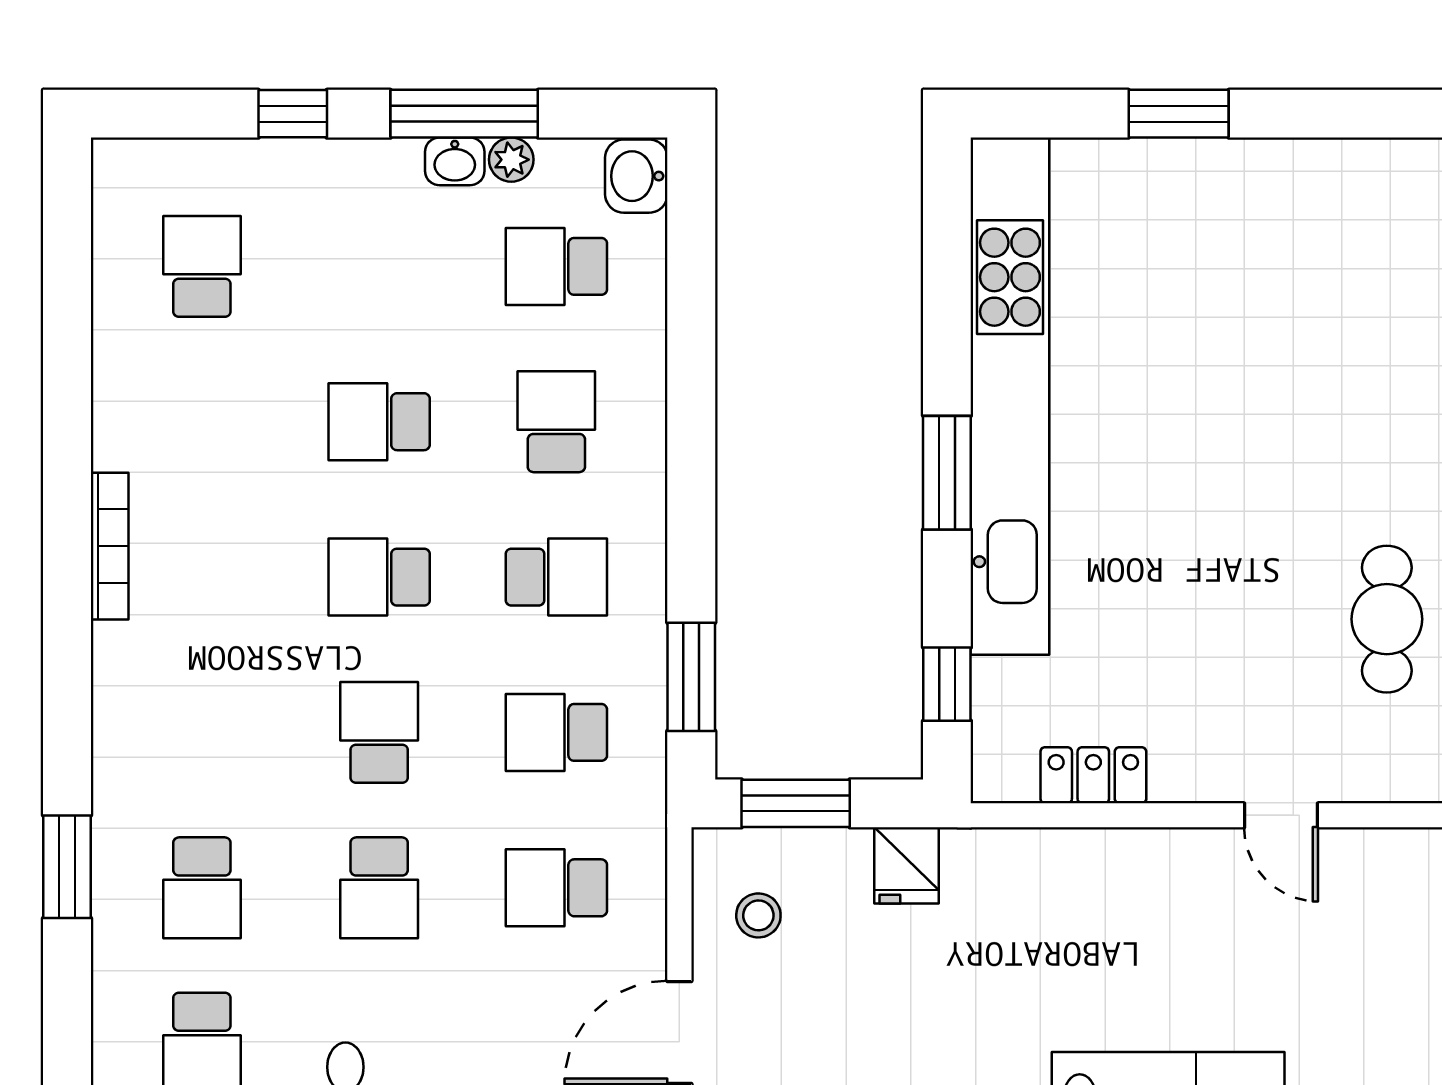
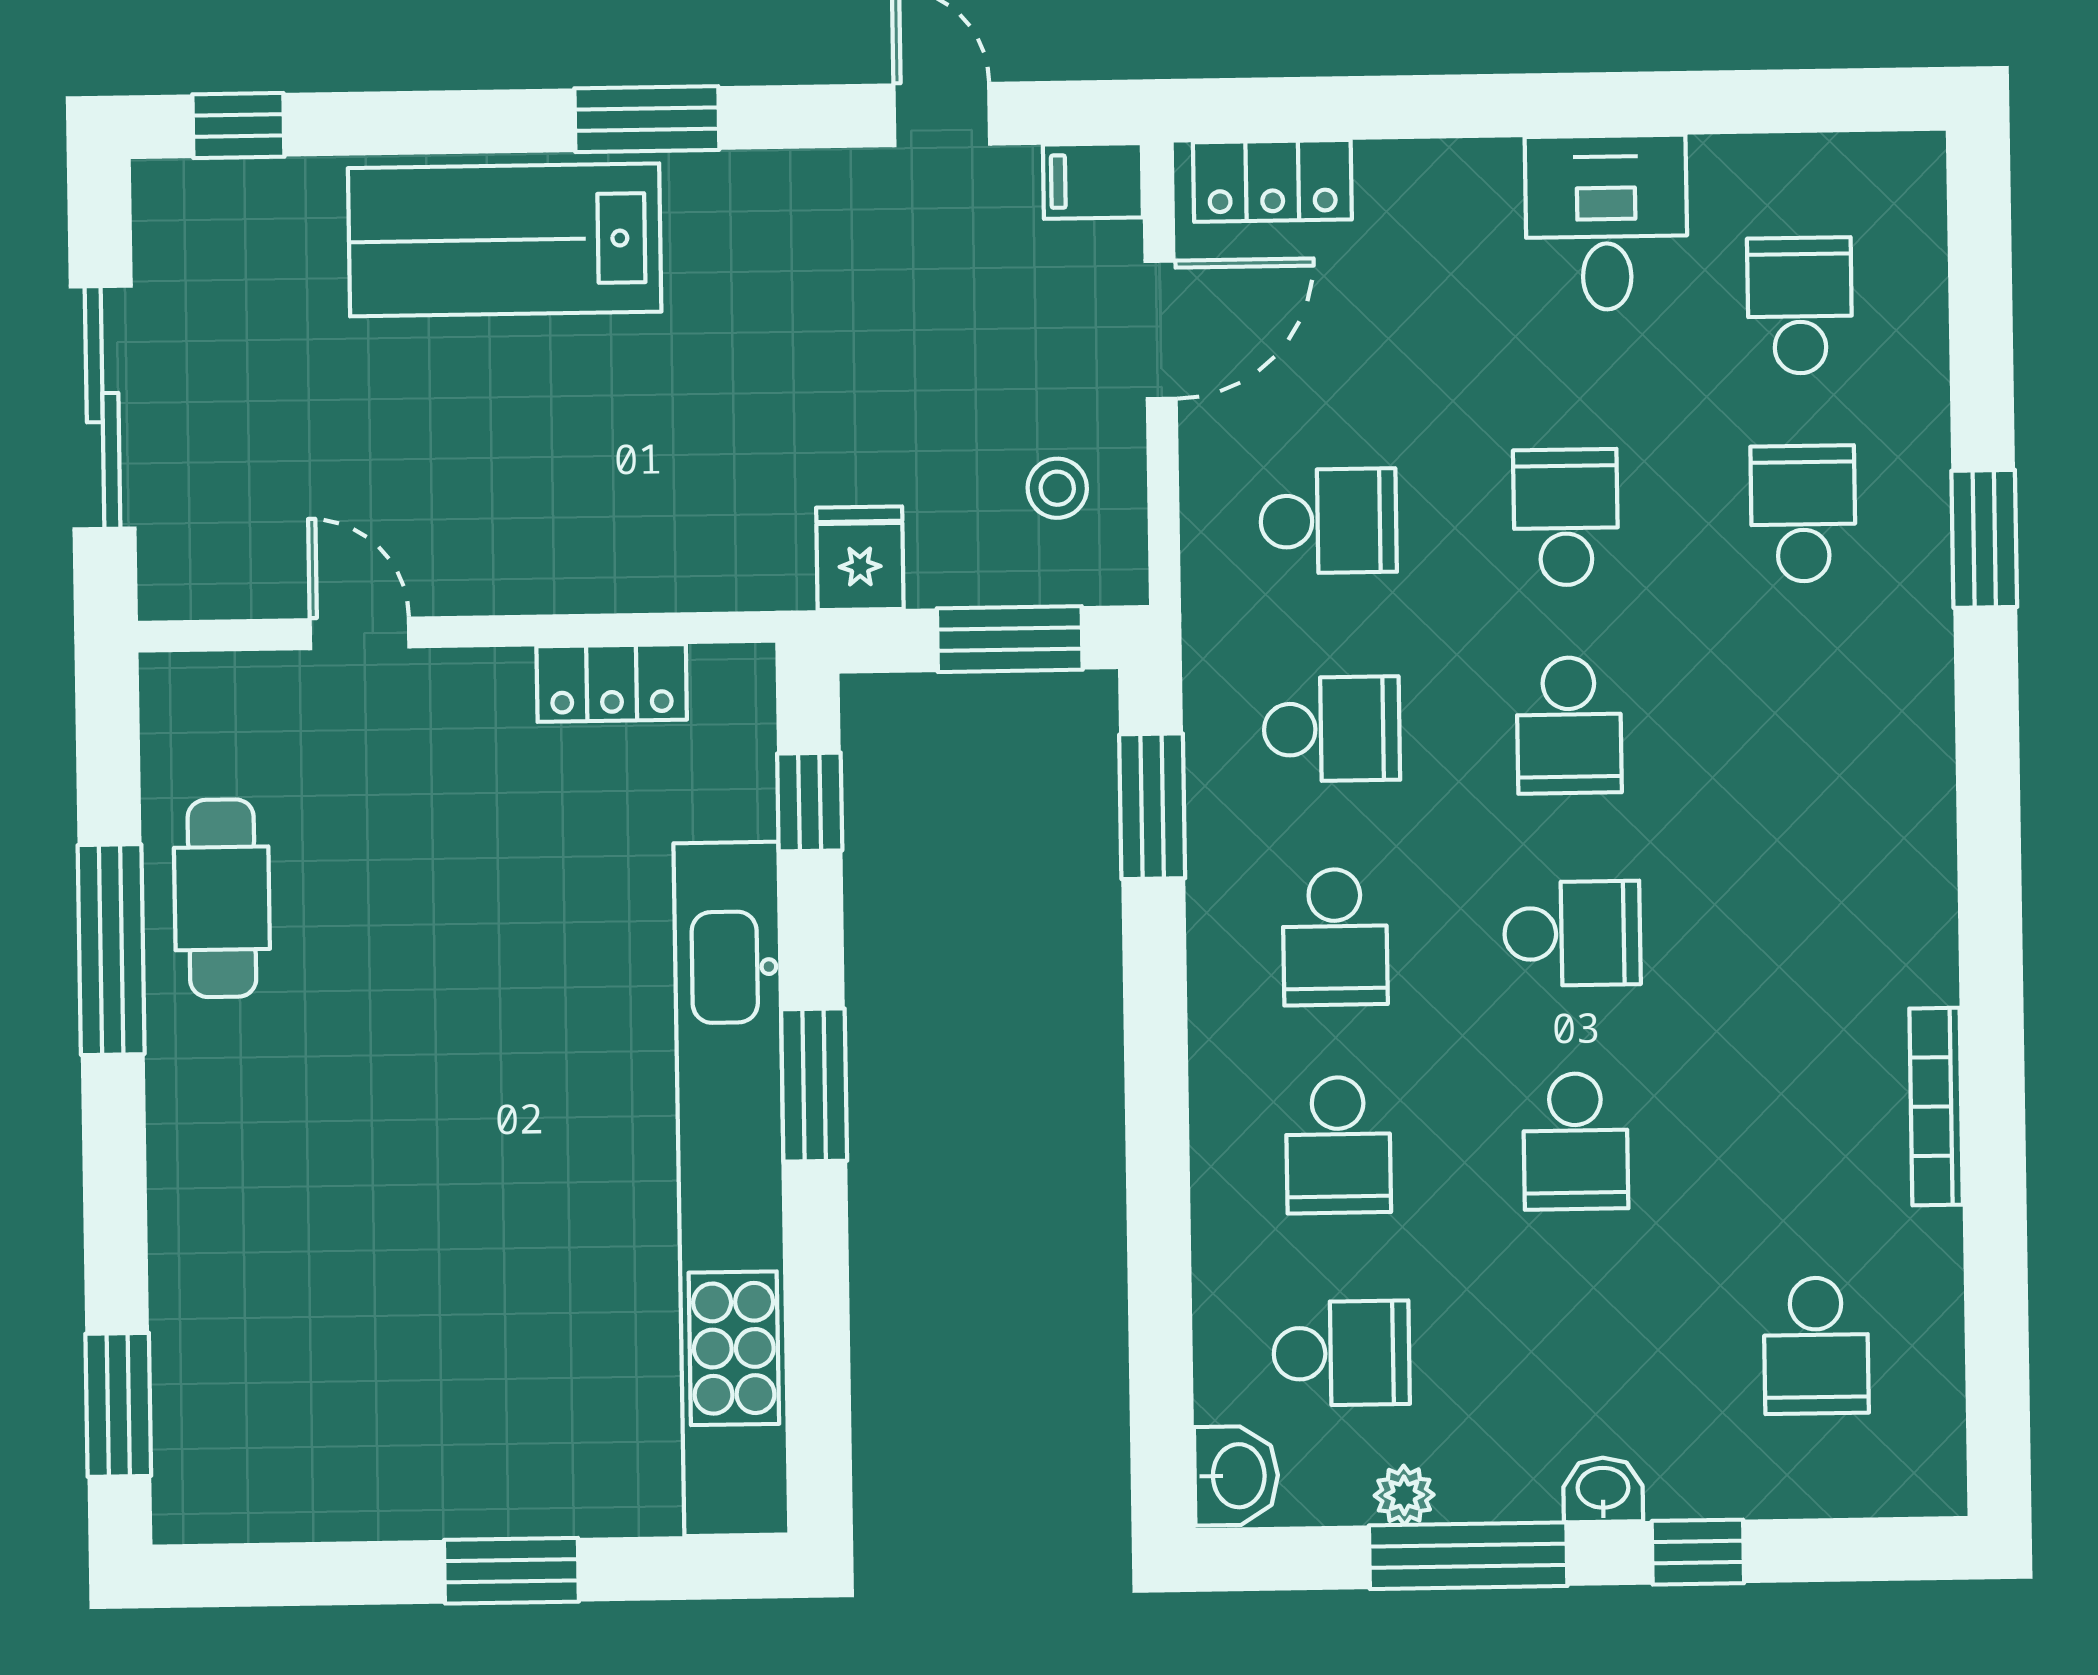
washbasin: (455, 161) -> (1603, 1490), moved
school desk: (379, 422) -> (1576, 1141), turned 90
bookcase: (110, 546) -> (1936, 1107), moved
school desk: (556, 577) -> (1335, 937), turned -90

